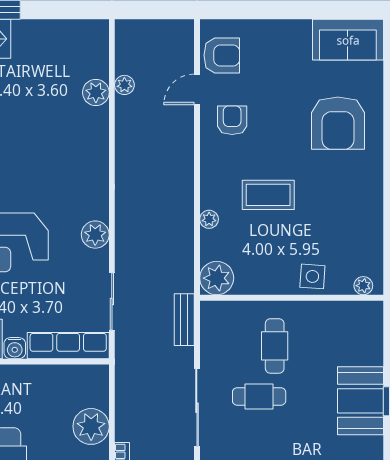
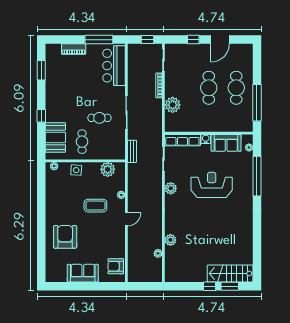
sofa: (348, 40) -> (83, 273), moved
door: (197, 89) -> (126, 219), moved
plant: (96, 92) -> (170, 240), moved
armchair: (232, 120) -> (111, 238), removed
plant: (217, 278) -> (108, 169), moved
cafe table: (275, 346) -> (82, 142), moved
booth: (360, 401) -> (55, 137), moved

